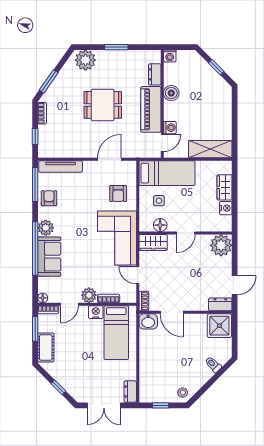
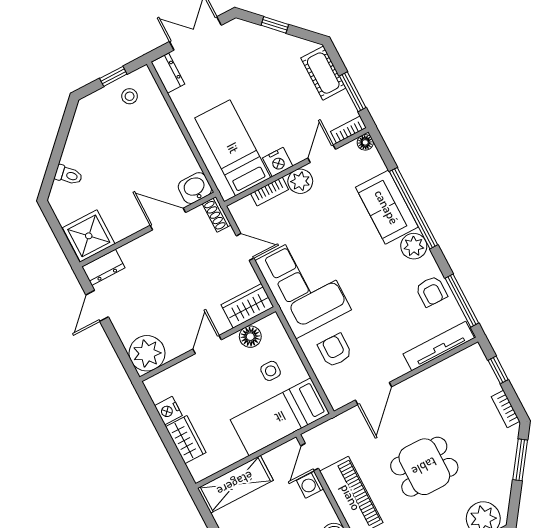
stool: (183, 393) -> (130, 96), moved

